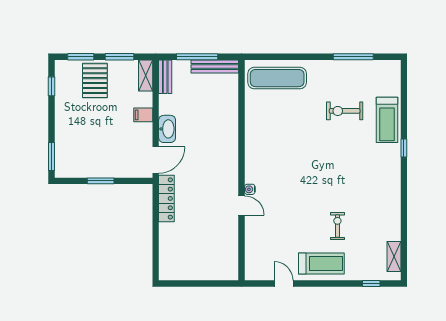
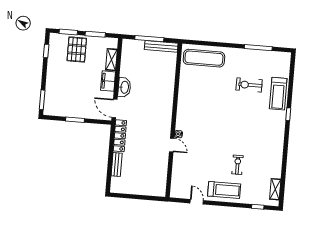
shelving: (146, 75) -> (111, 60), moved
bench: (165, 77) -> (117, 165), moved
filing cabinet: (143, 115) -> (108, 81), width x2.00
door: (156, 160) -> (115, 108), swing flipped

